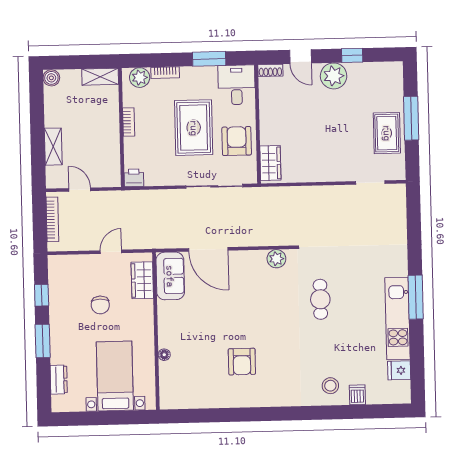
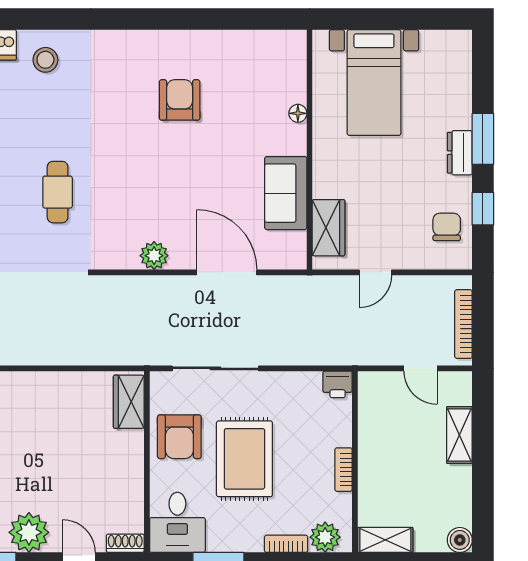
plant: (276, 259) -> (154, 256), moved
sofa: (170, 276) -> (286, 193), moved
chair: (100, 305) -> (447, 227), moved
dresser: (59, 380) -> (460, 153), moved

